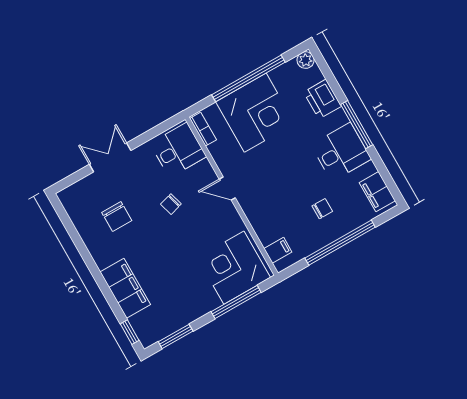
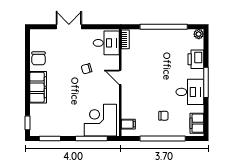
corner desk: (255, 113) -> (157, 46), removed
chair: (117, 217) -> (39, 58), moved
filing cabinet: (125, 288) -> (38, 87), moved

